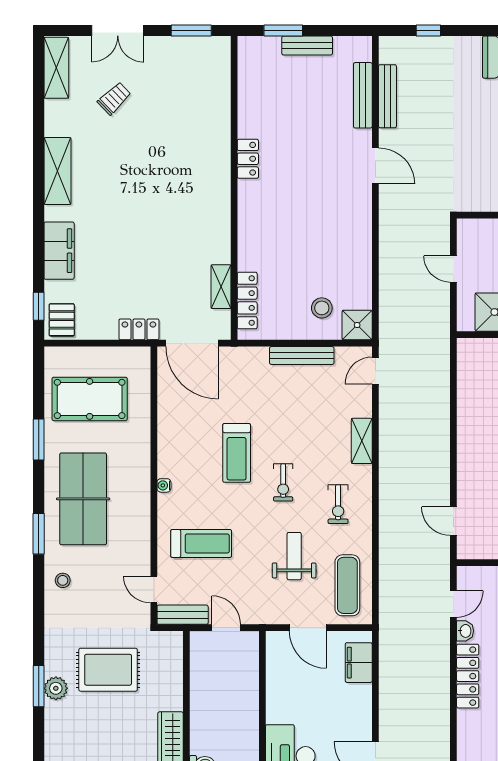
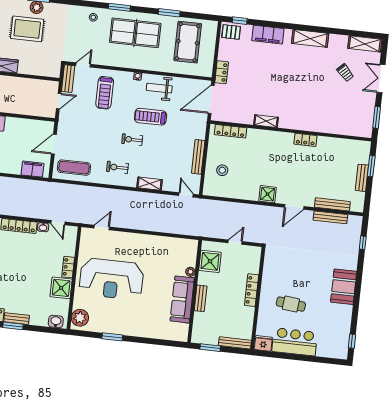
shelving: (221, 287) -> (266, 121), moved
shower: (357, 325) -> (267, 194), moved
weight bench: (294, 556) -> (159, 88), moved, turned 180
rug: (108, 670) -> (27, 29), moved, turned 90

